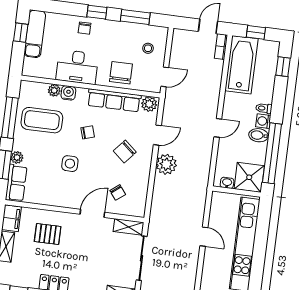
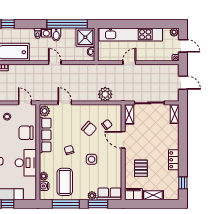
water cooler: (68, 93) -> (44, 186), moved
chair: (125, 152) -> (89, 129), moved
plant: (166, 164) -> (105, 94), moved

